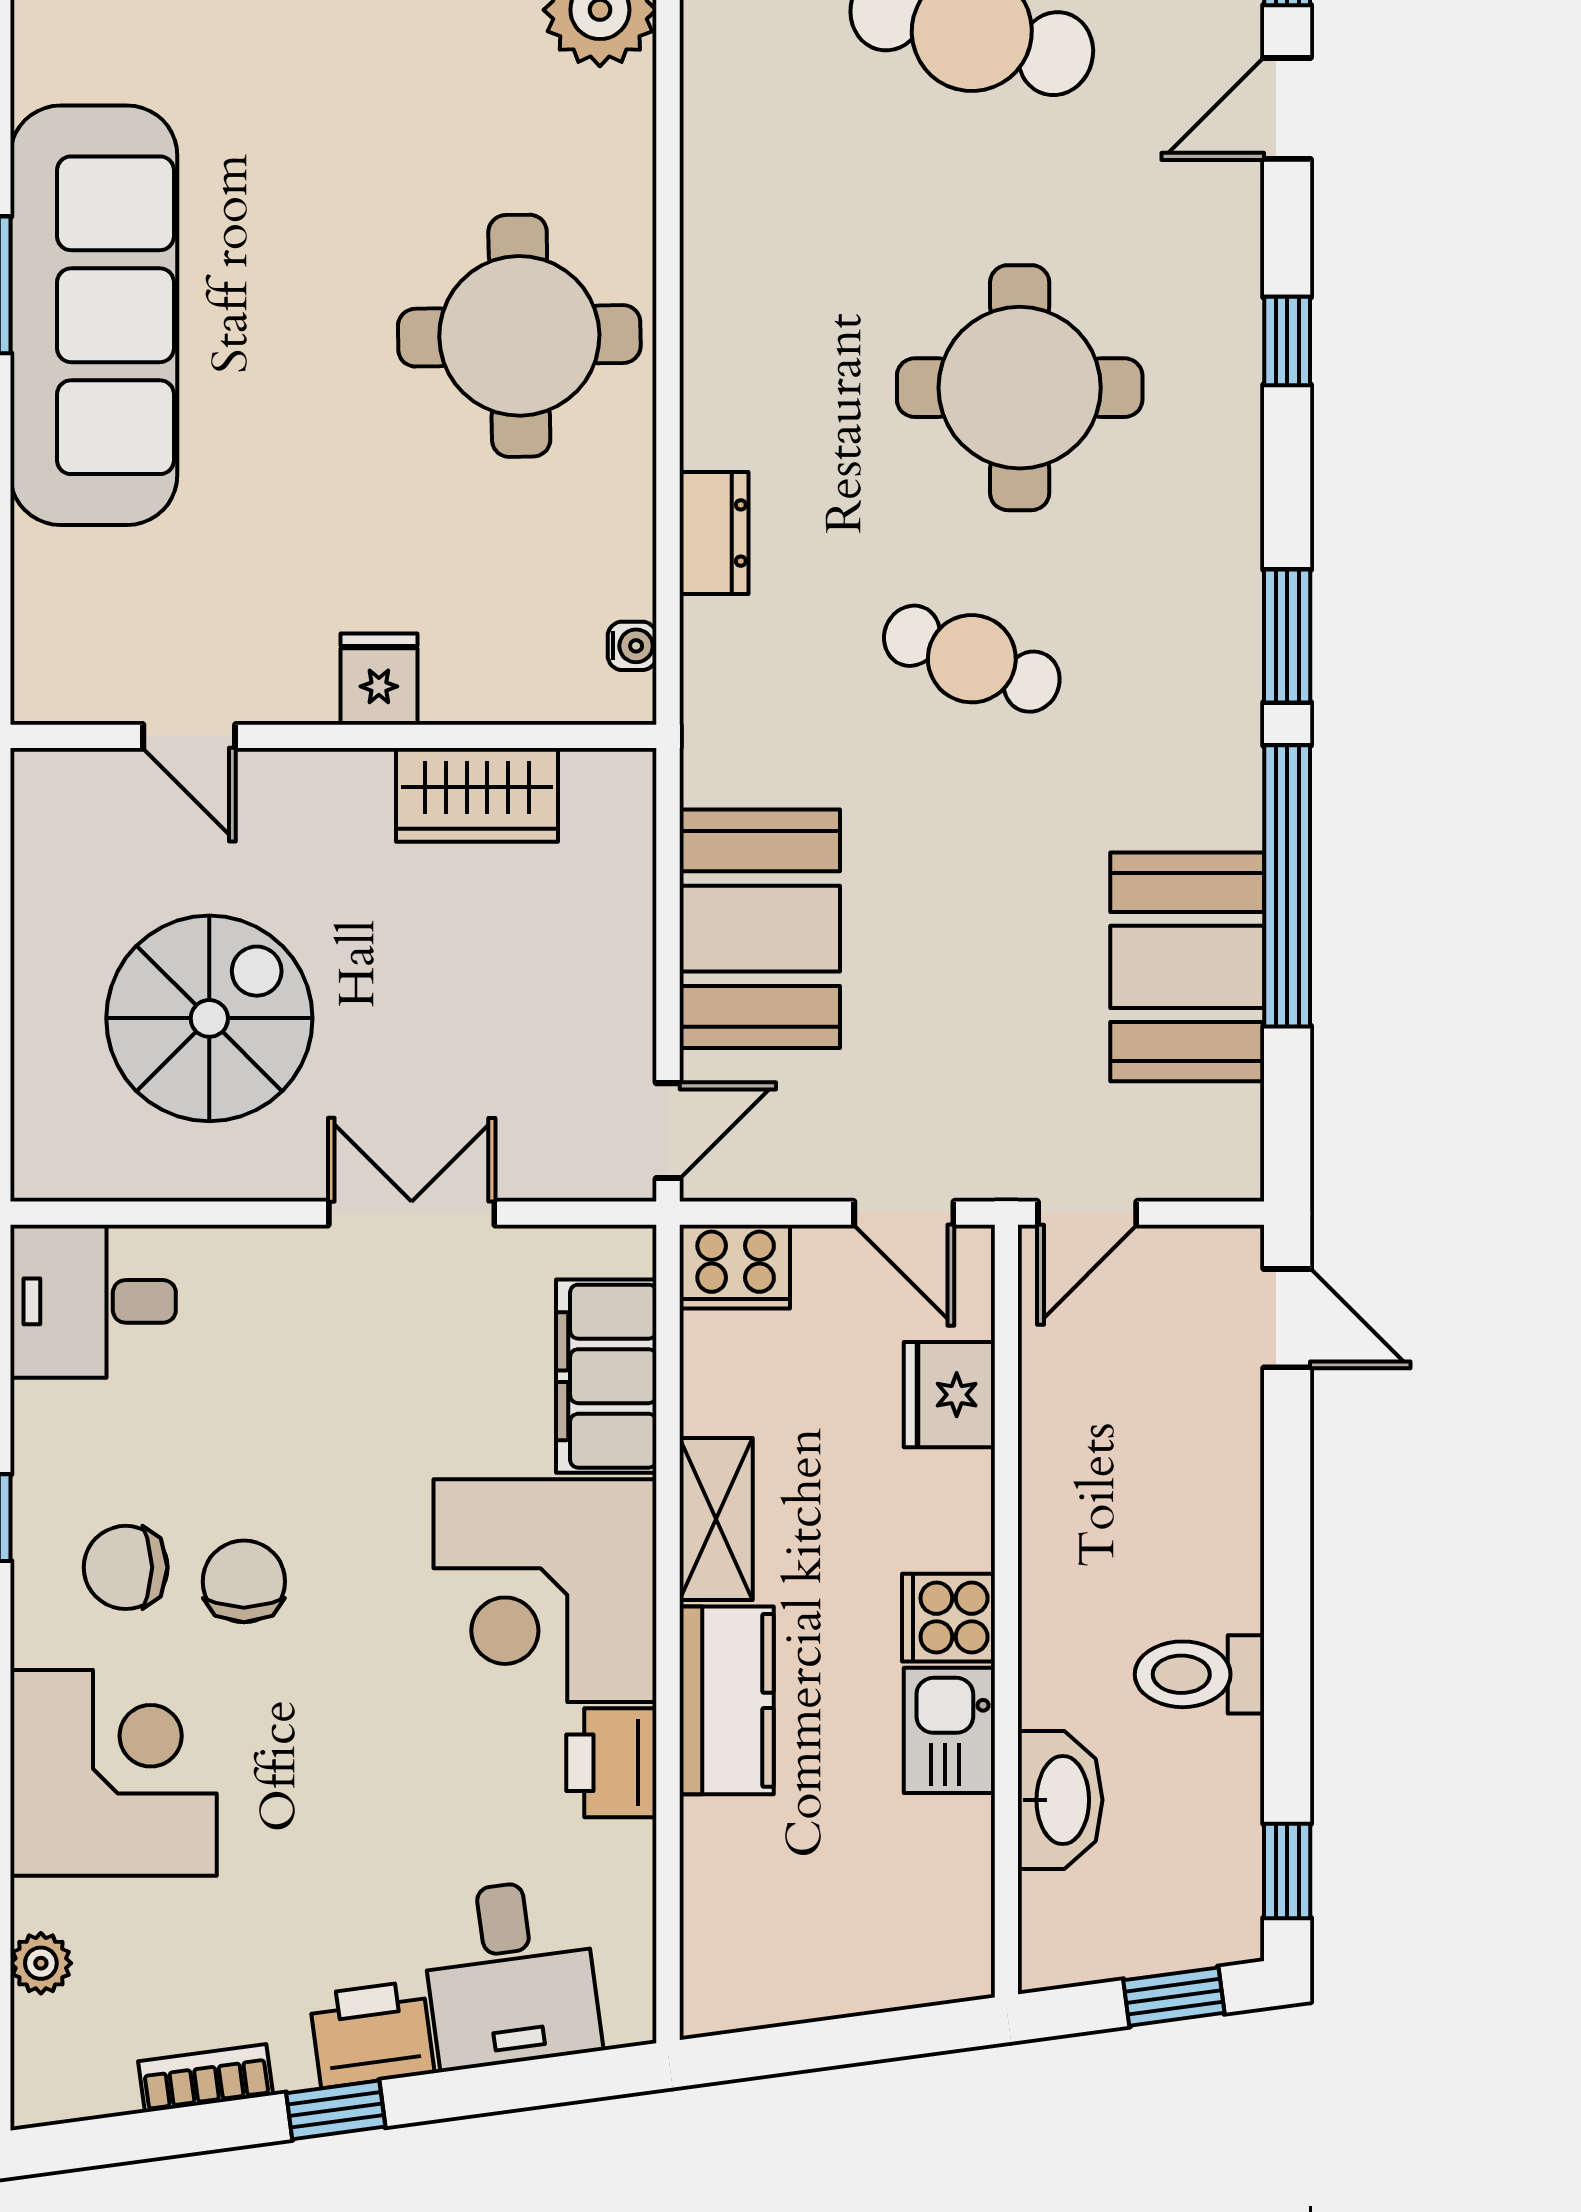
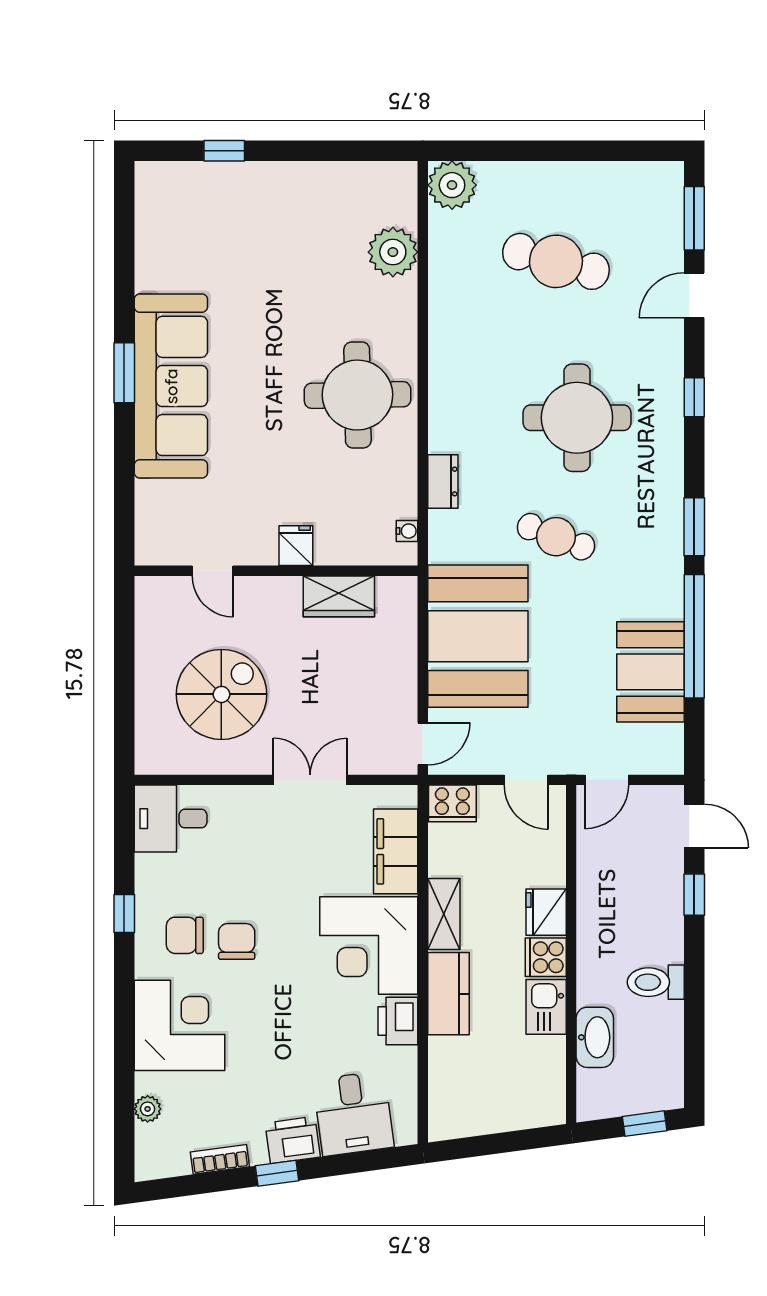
booth: (760, 929) -> (478, 636), width x1.36, depth x1.42
fridge: (949, 1395) -> (546, 912), moved
window: (1287, 1871) -> (694, 895), moved

